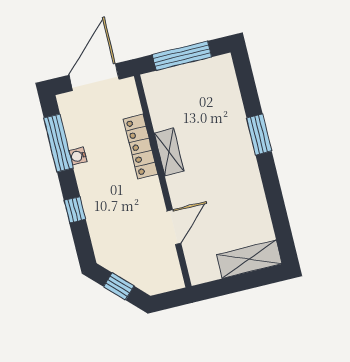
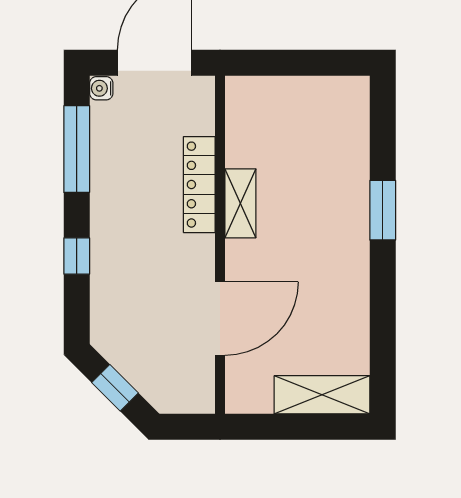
window: (182, 56) -> (295, 63), removed
water cooler: (78, 156) -> (101, 88), moved
door: (174, 227) -> (220, 319), width x1.36

